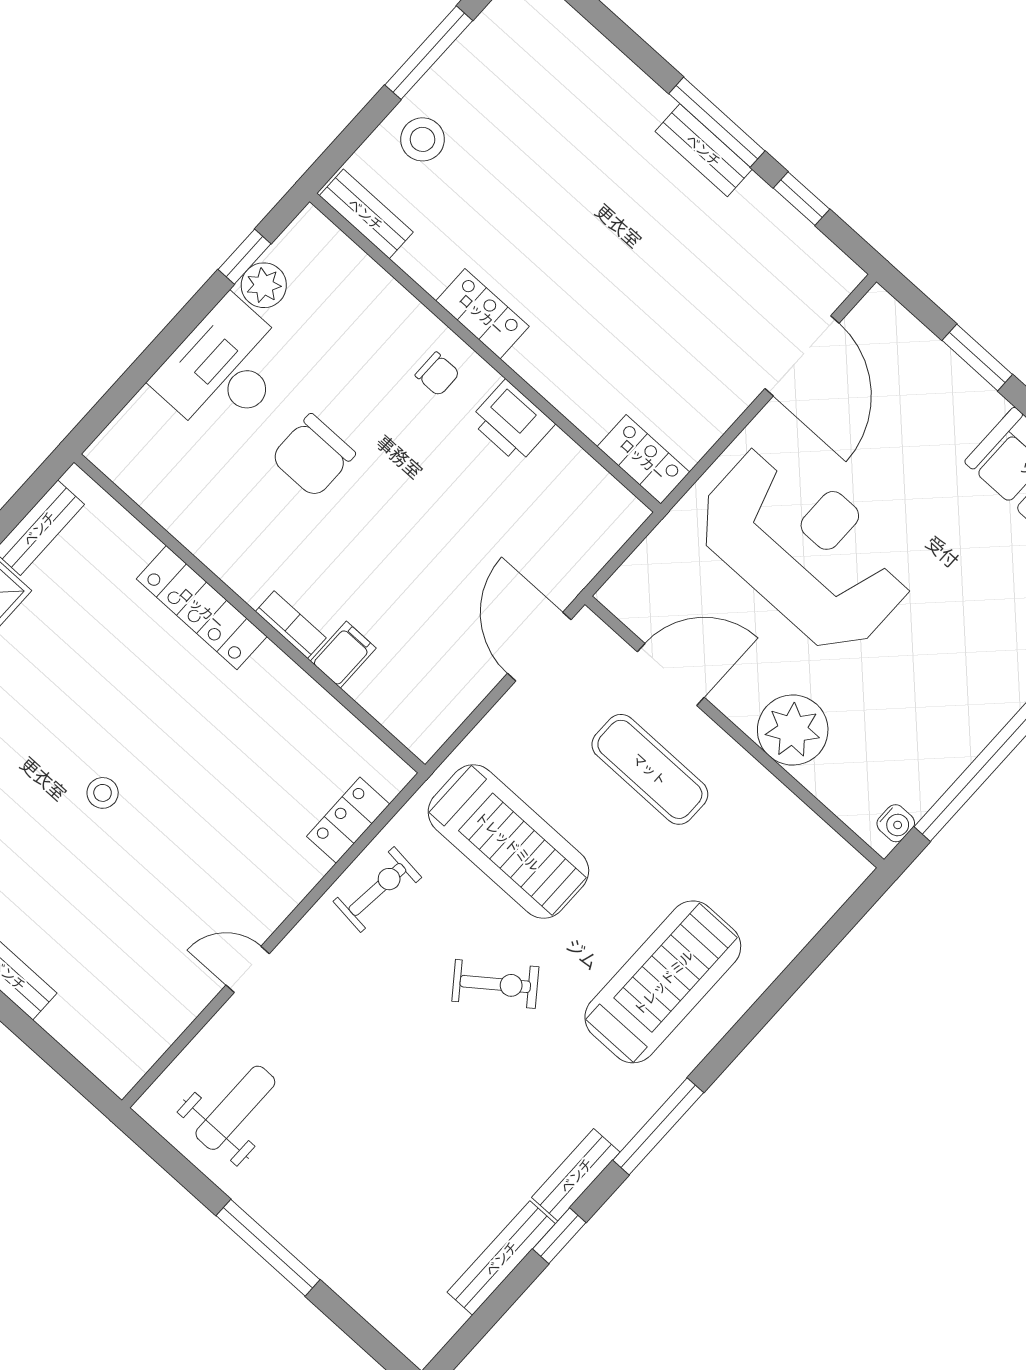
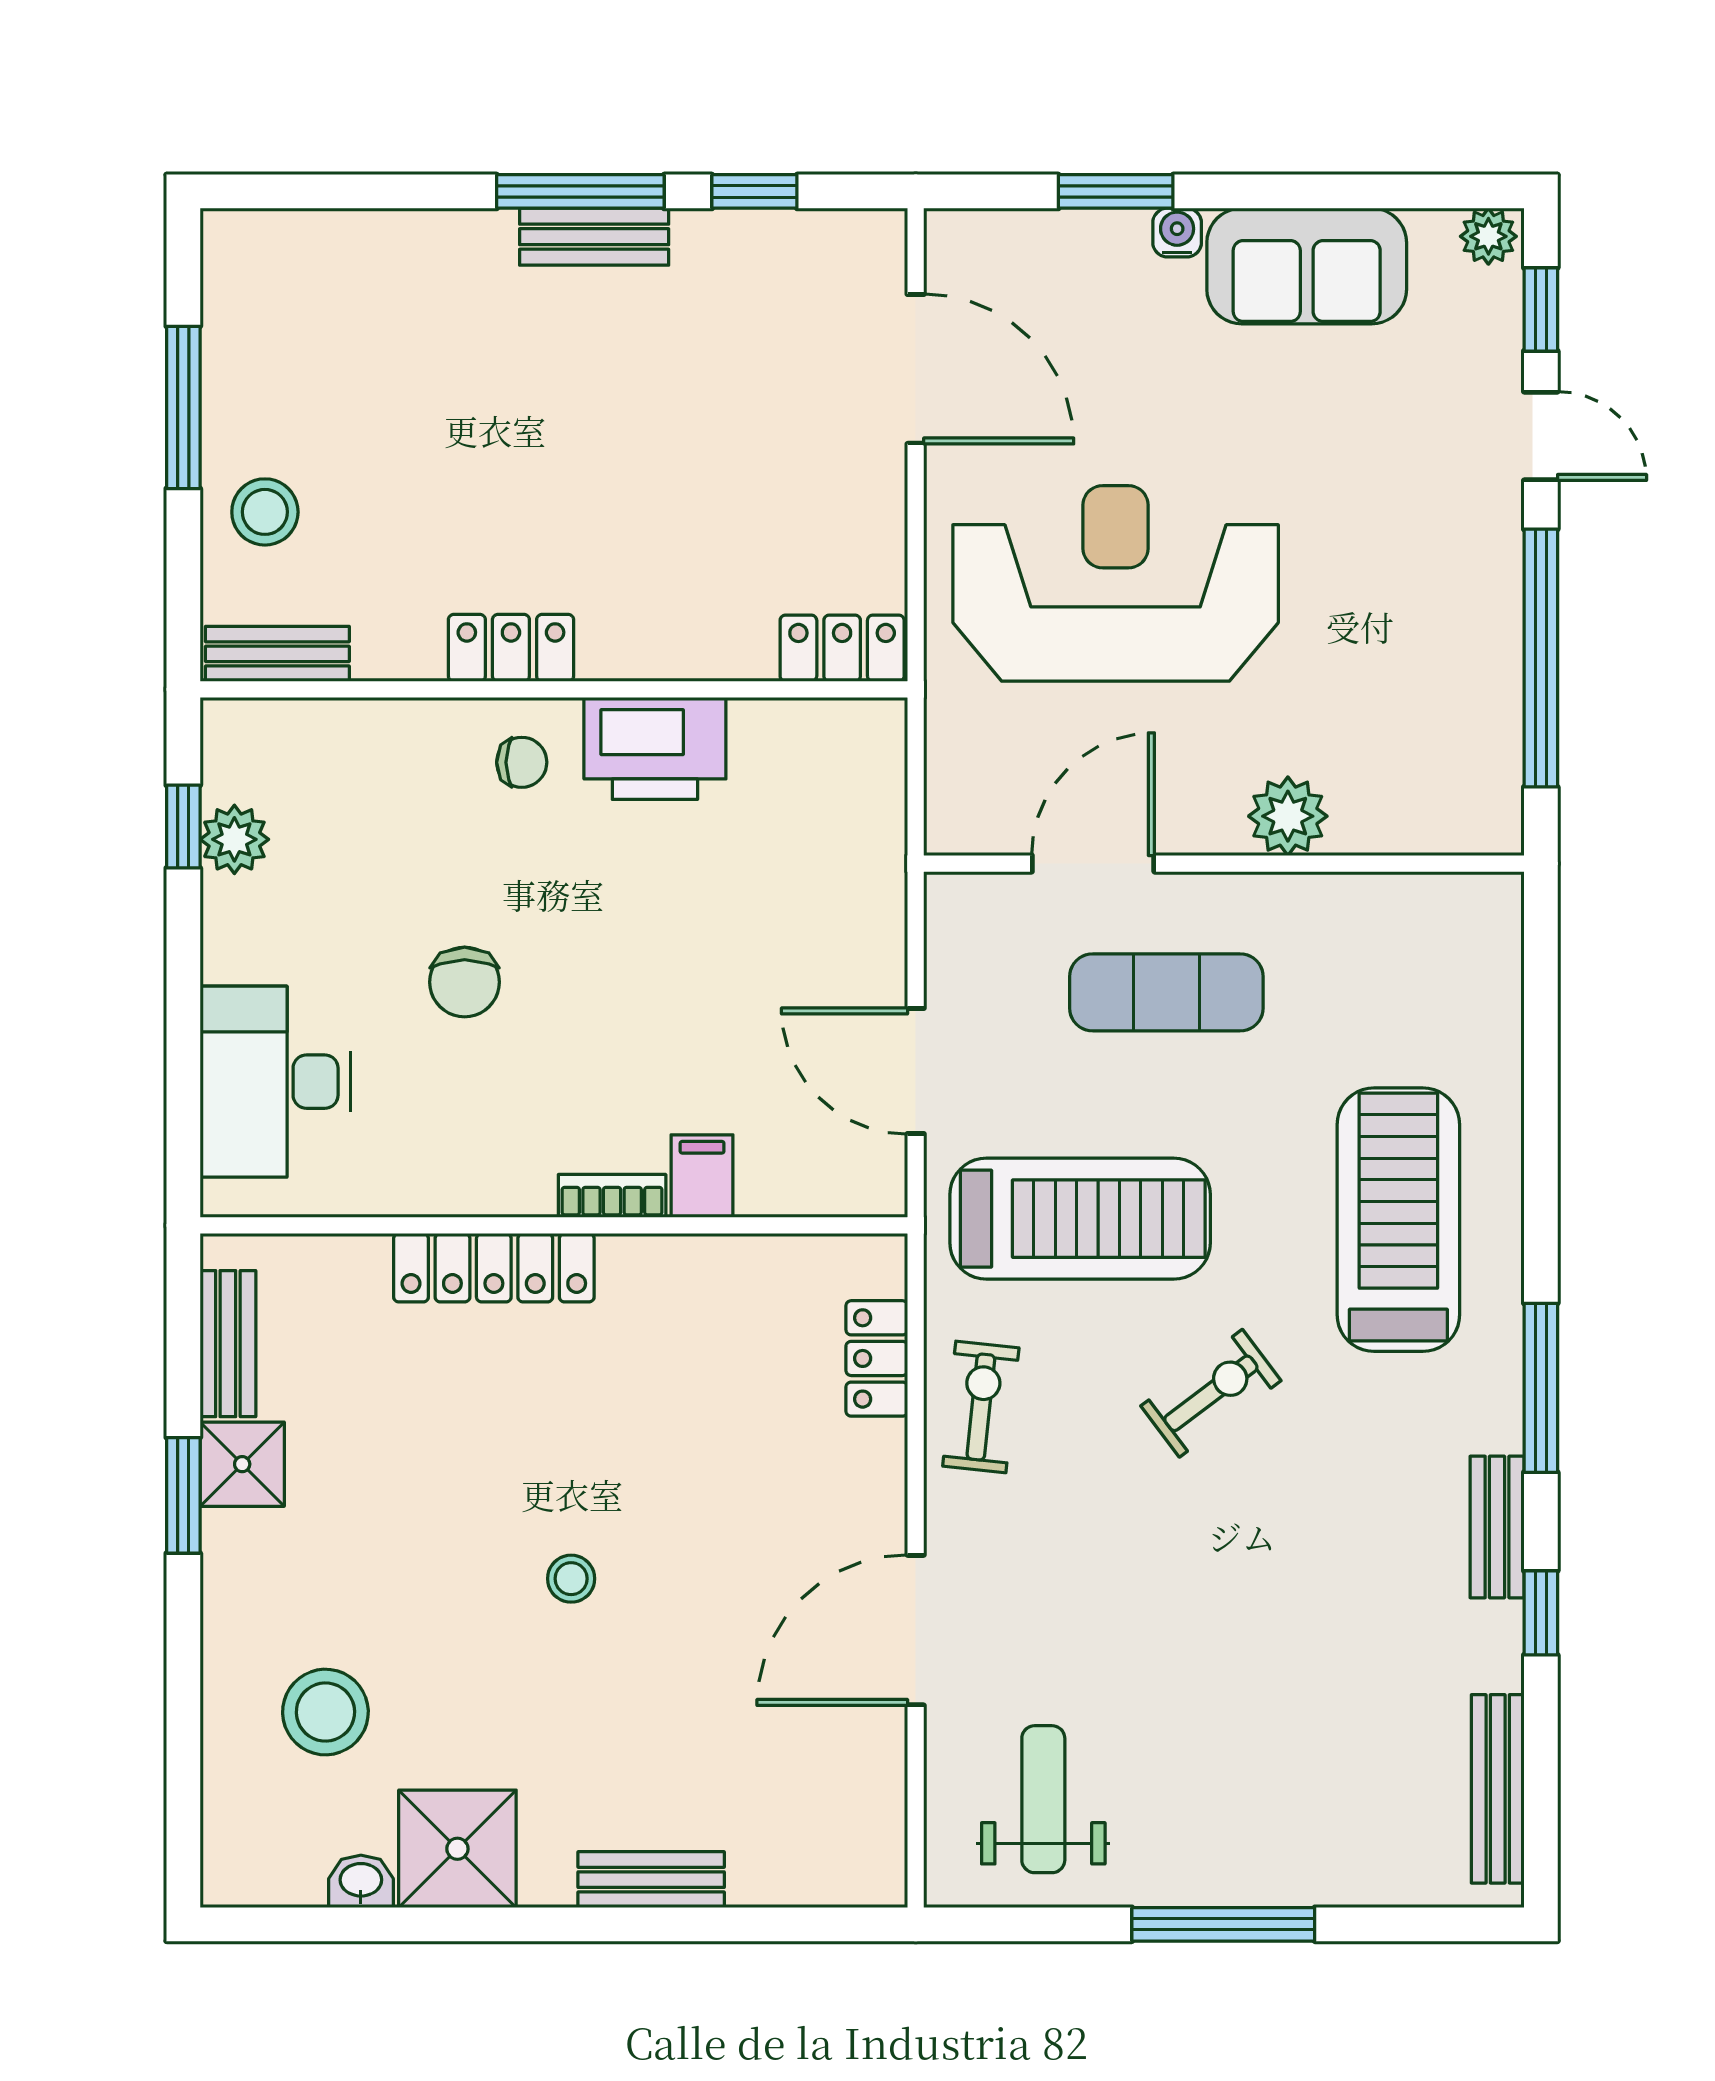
desk: (224, 369) -> (275, 1082), moved
printer: (512, 422) -> (655, 748), width x1.37, depth x1.19
chair: (313, 456) -> (465, 982), width x0.73, depth x0.73
door: (539, 647) -> (916, 1071), moved
plant: (793, 730) -> (1288, 816), width x0.73, depth x0.73
water cooler: (896, 823) -> (1177, 233), moved, turned -90
door: (248, 969) -> (916, 1630), width x1.87
bench: (501, 1258) -> (1498, 1789), moved

